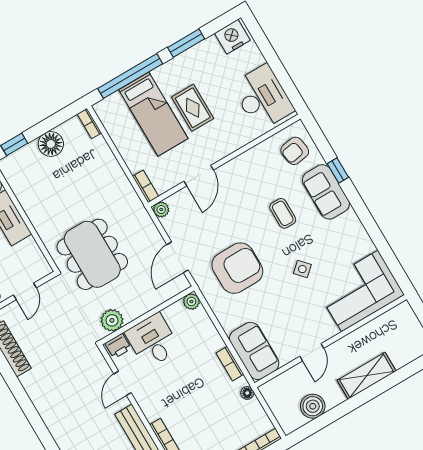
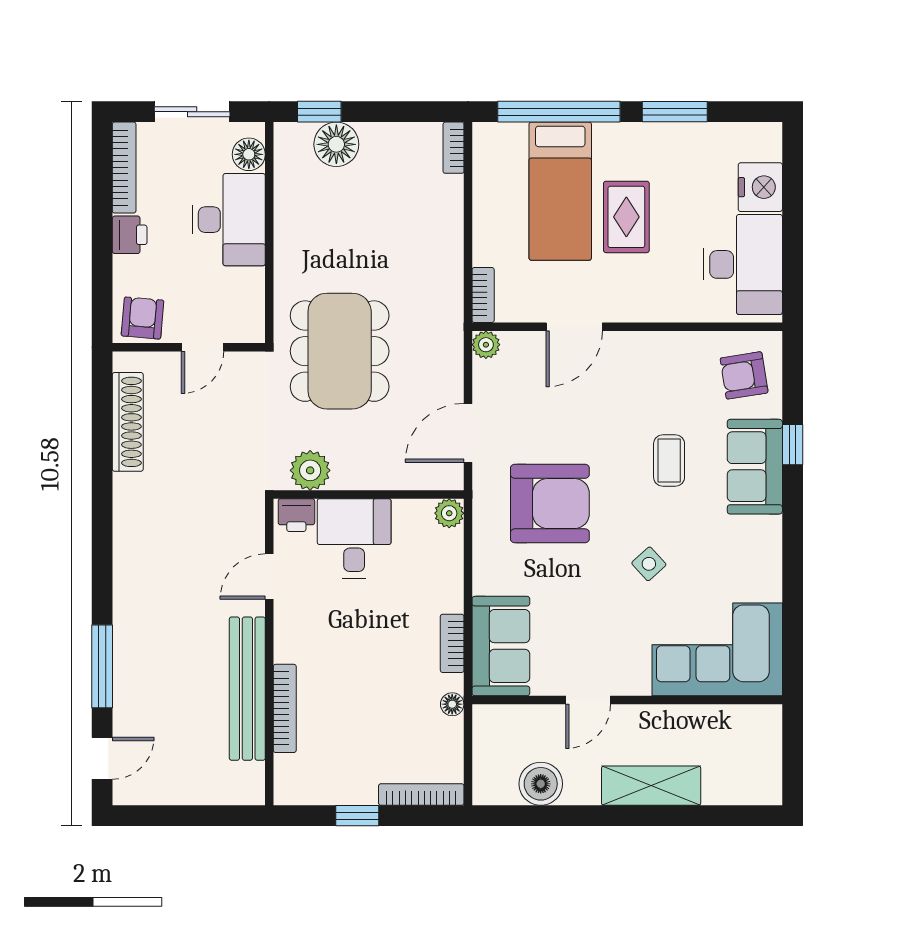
nightstand: (232, 37) -> (760, 187), moved, turned 90
floor lamp: (51, 144) -> (336, 144), moved

